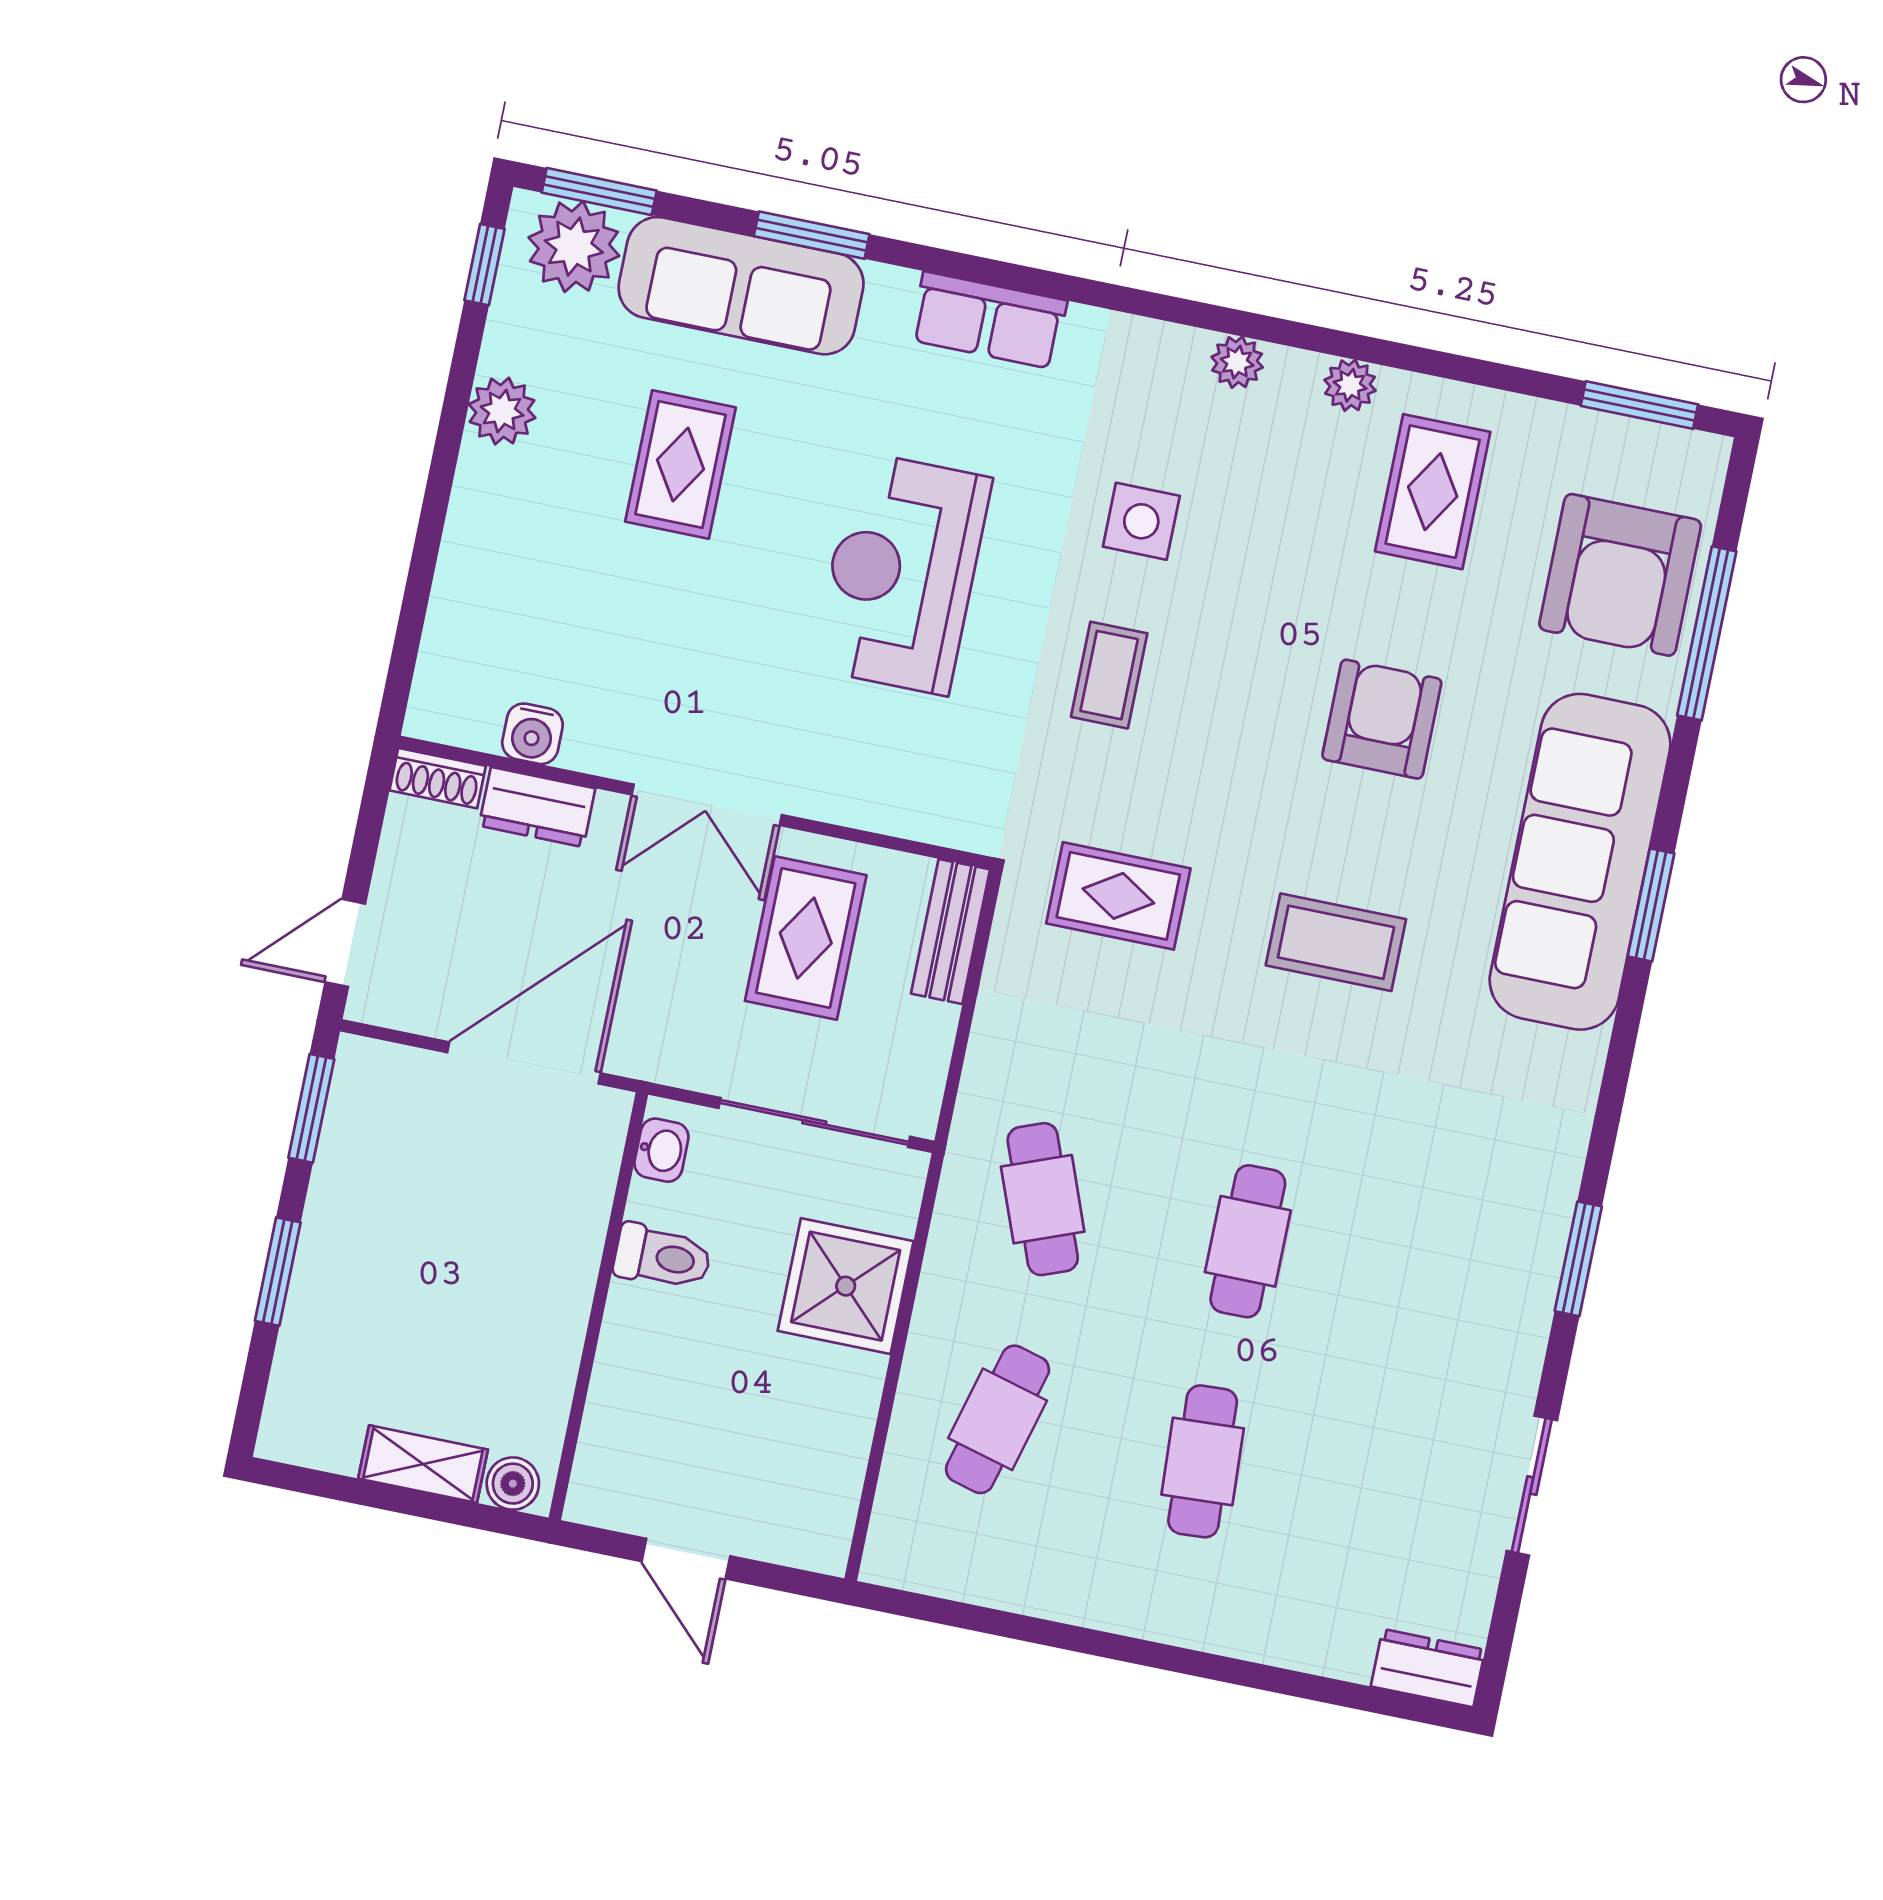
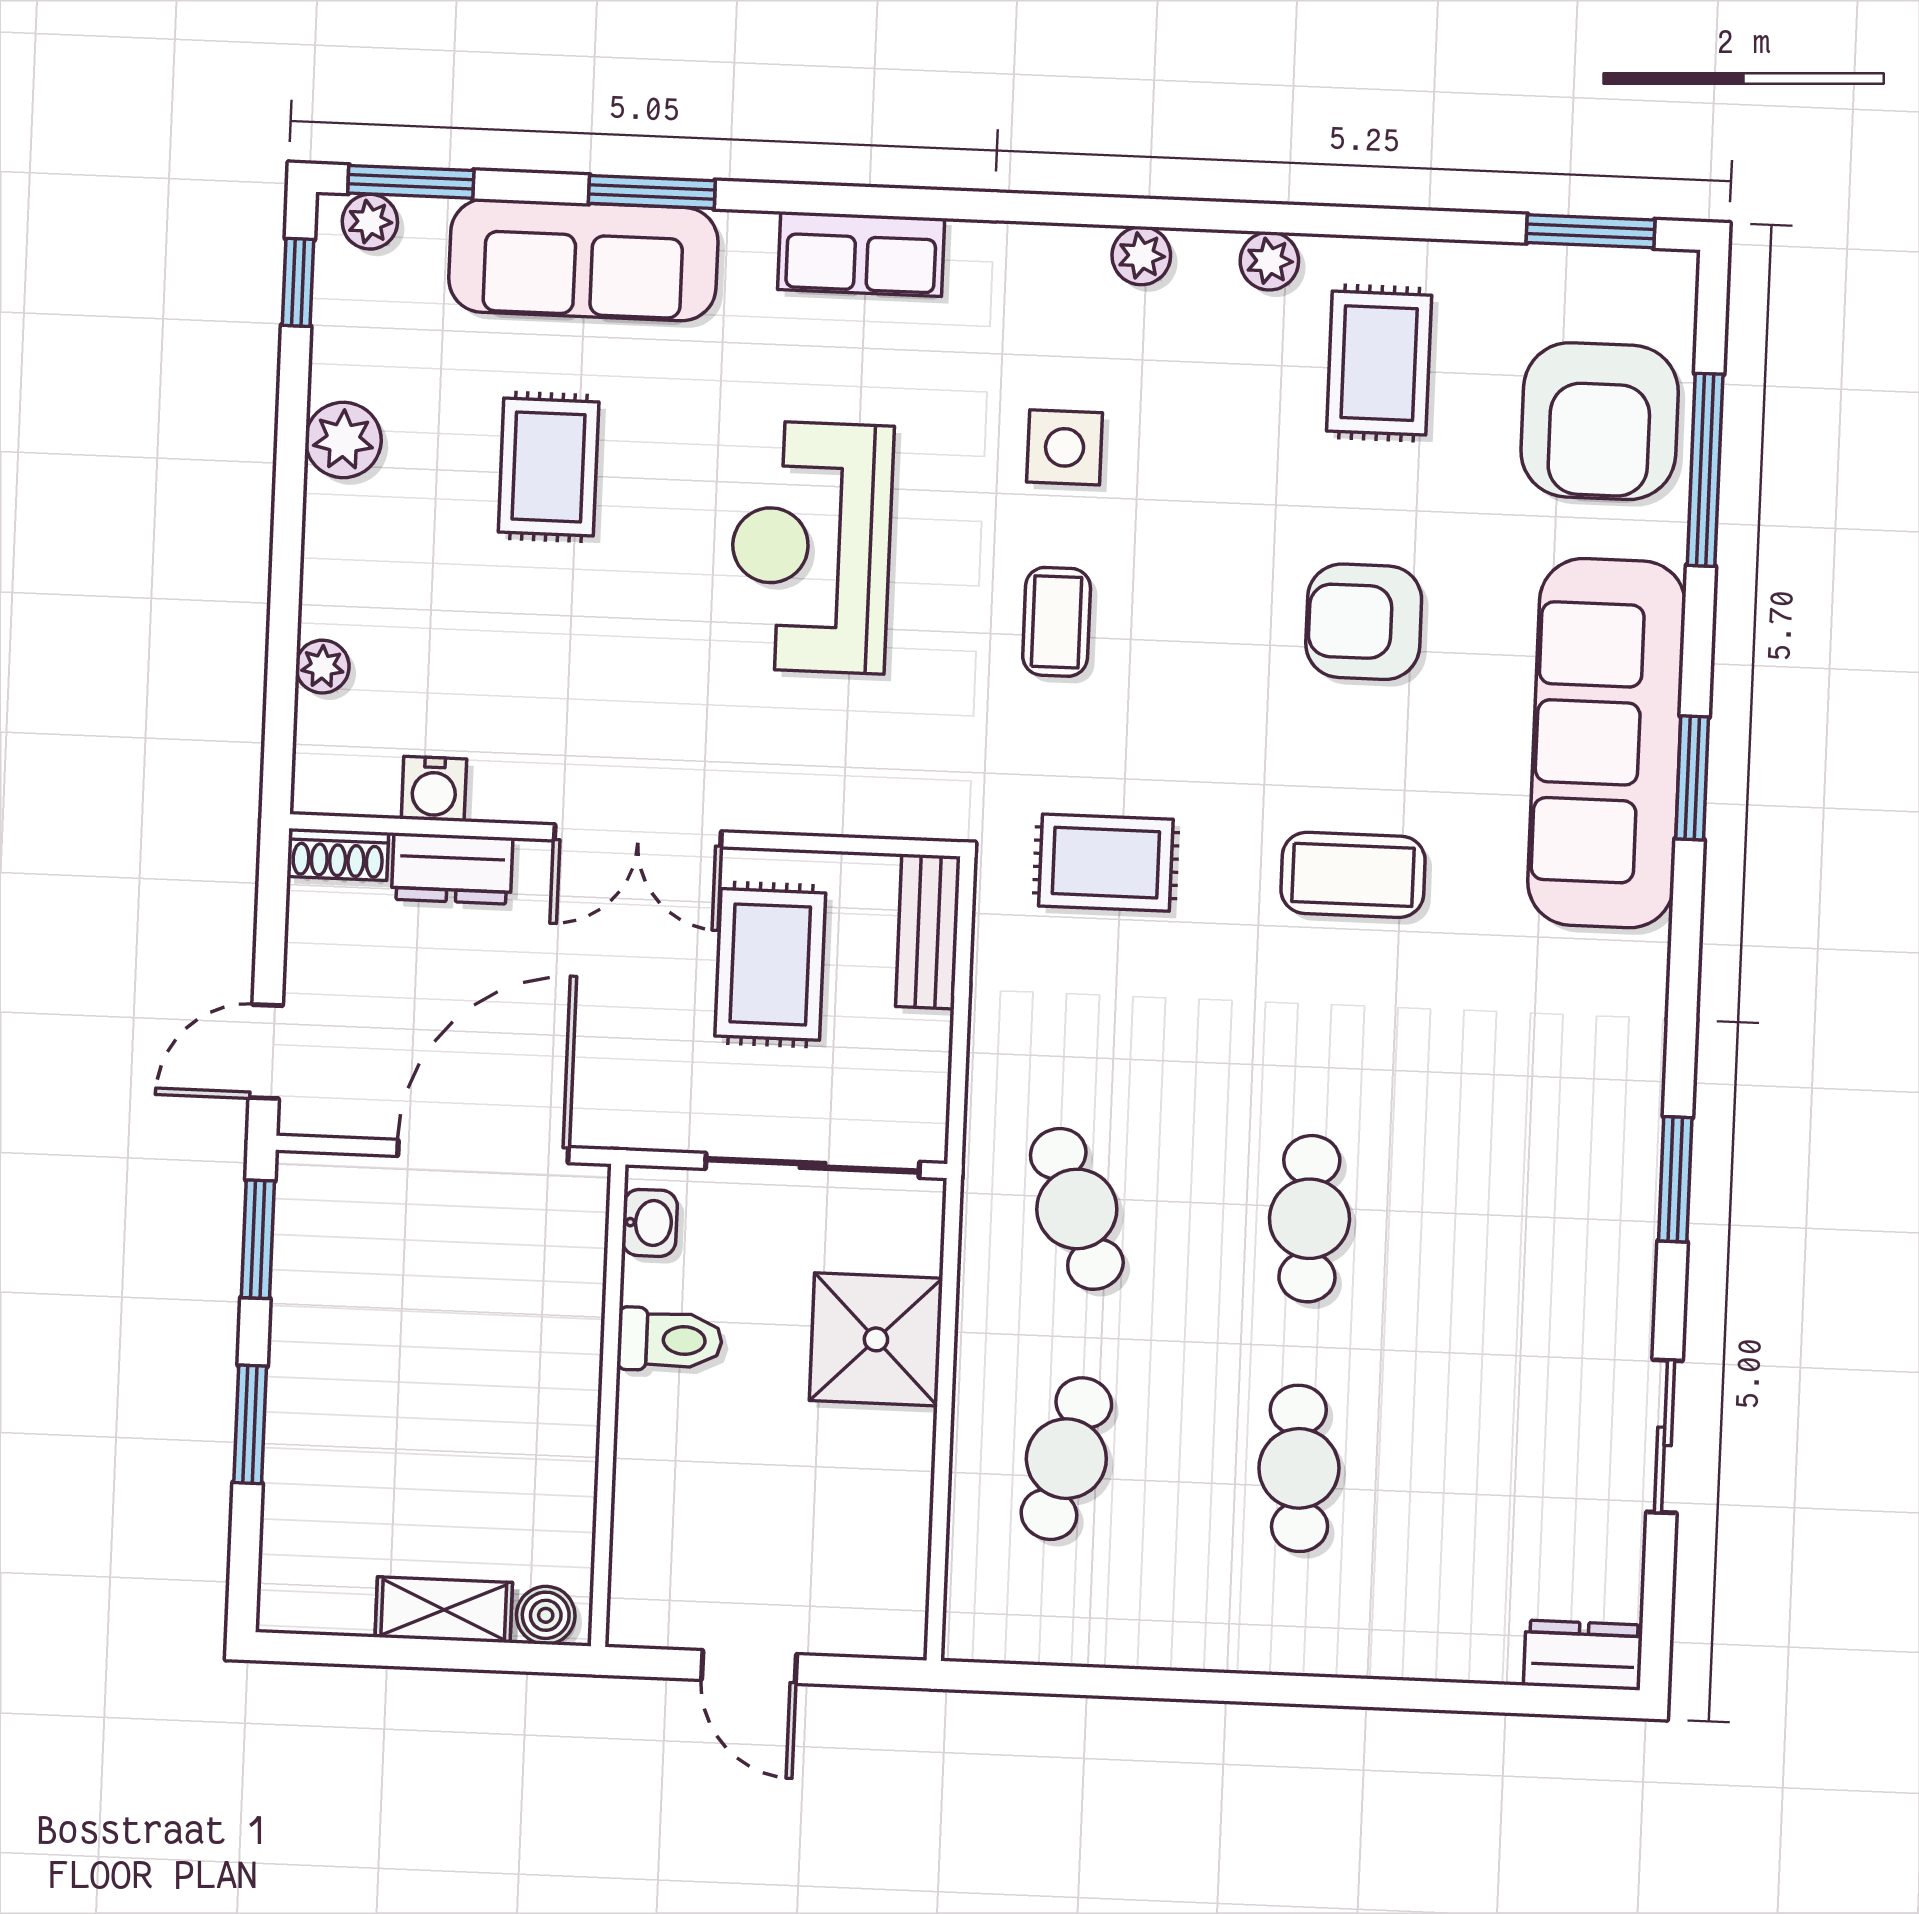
plant: (574, 247) -> (370, 222), width x0.53, depth x0.53
plant: (451, 609) -> (322, 667), added
armchair: (1382, 719) -> (1364, 622), turned -90

